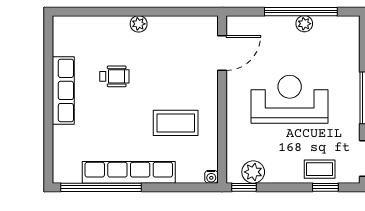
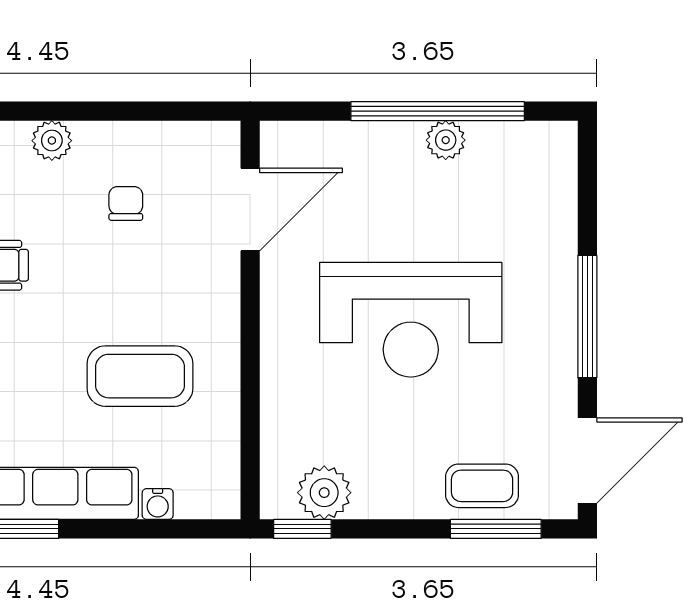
chair: (170, 50) -> (126, 203), added
reception desk: (290, 99) -> (411, 320), turned 180
water cooler: (211, 177) -> (158, 504), moved
window: (325, 187) -> (496, 529), width x1.50

